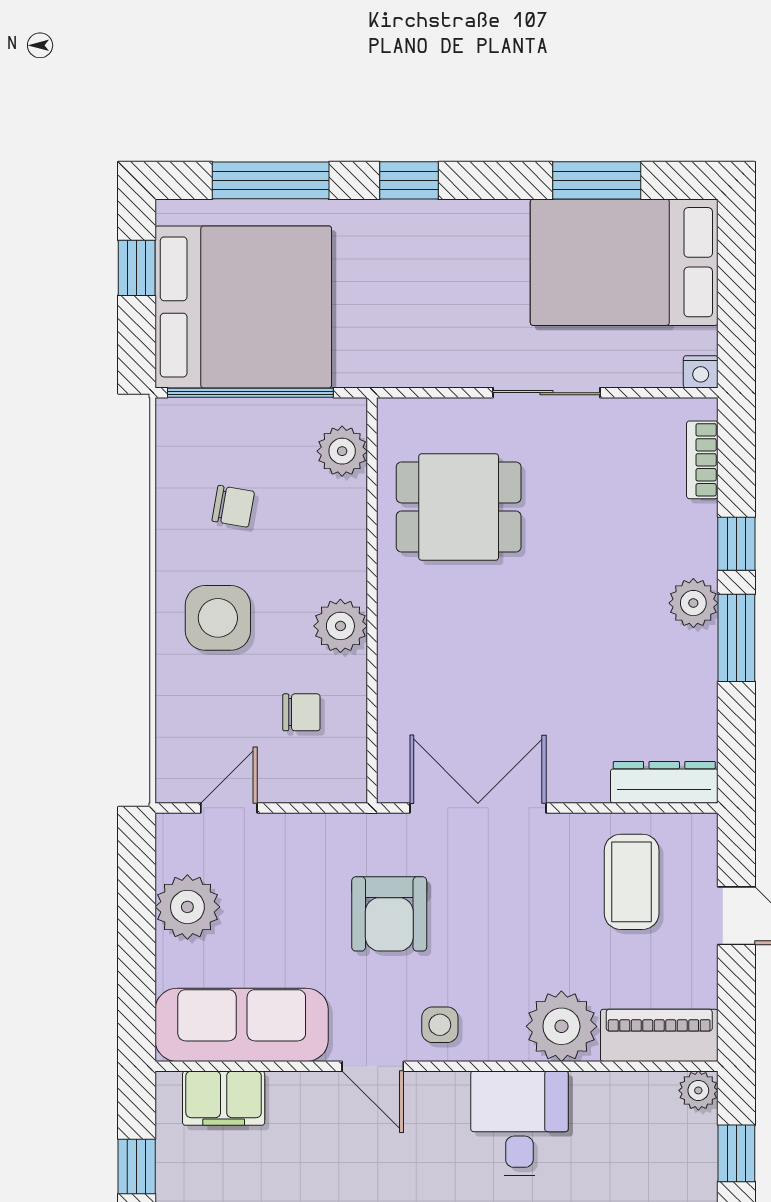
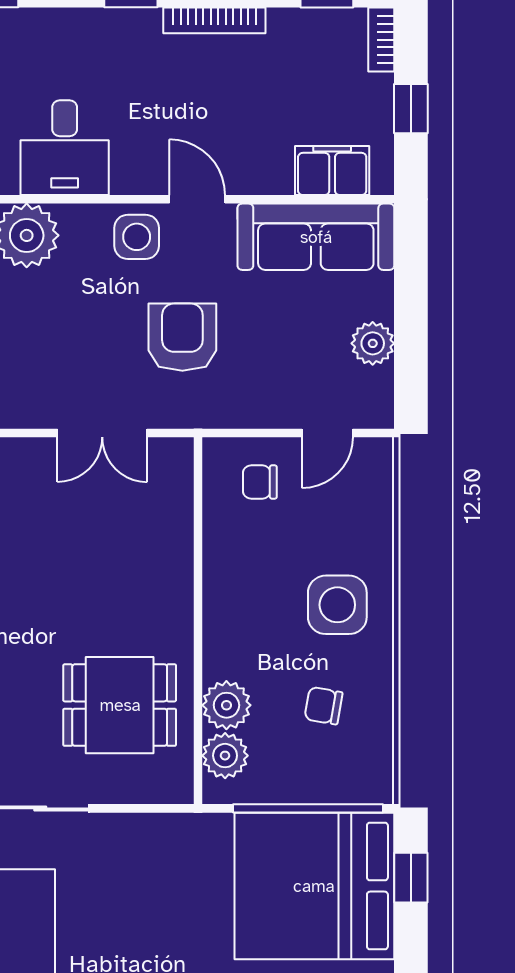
window: (137, 268) -> (411, 878), moved
plant: (340, 626) -> (226, 705), moved
chair: (301, 712) -> (260, 482), moved
double door: (478, 808) -> (102, 433), width x0.73
plant: (187, 907) -> (373, 343), width x0.73, depth x0.73
side table: (440, 1025) -> (137, 237), width x1.37, depth x1.37

